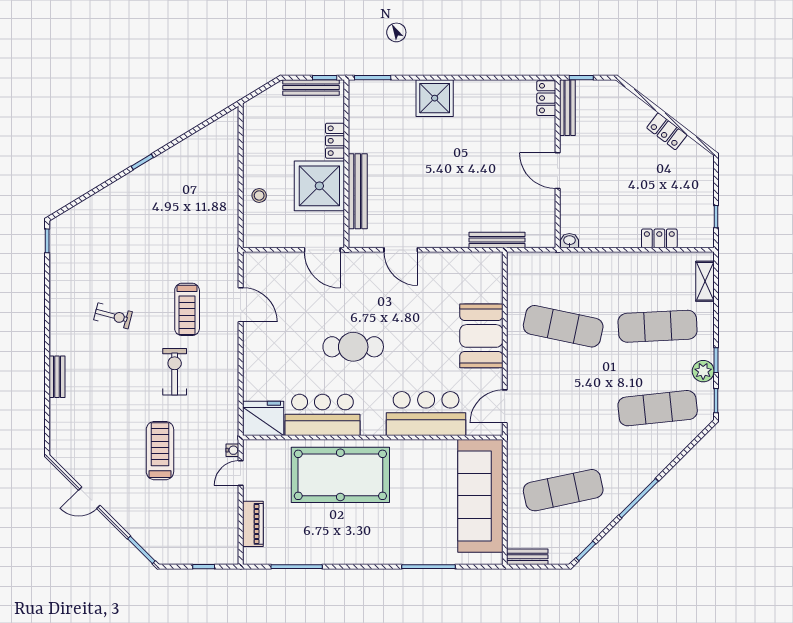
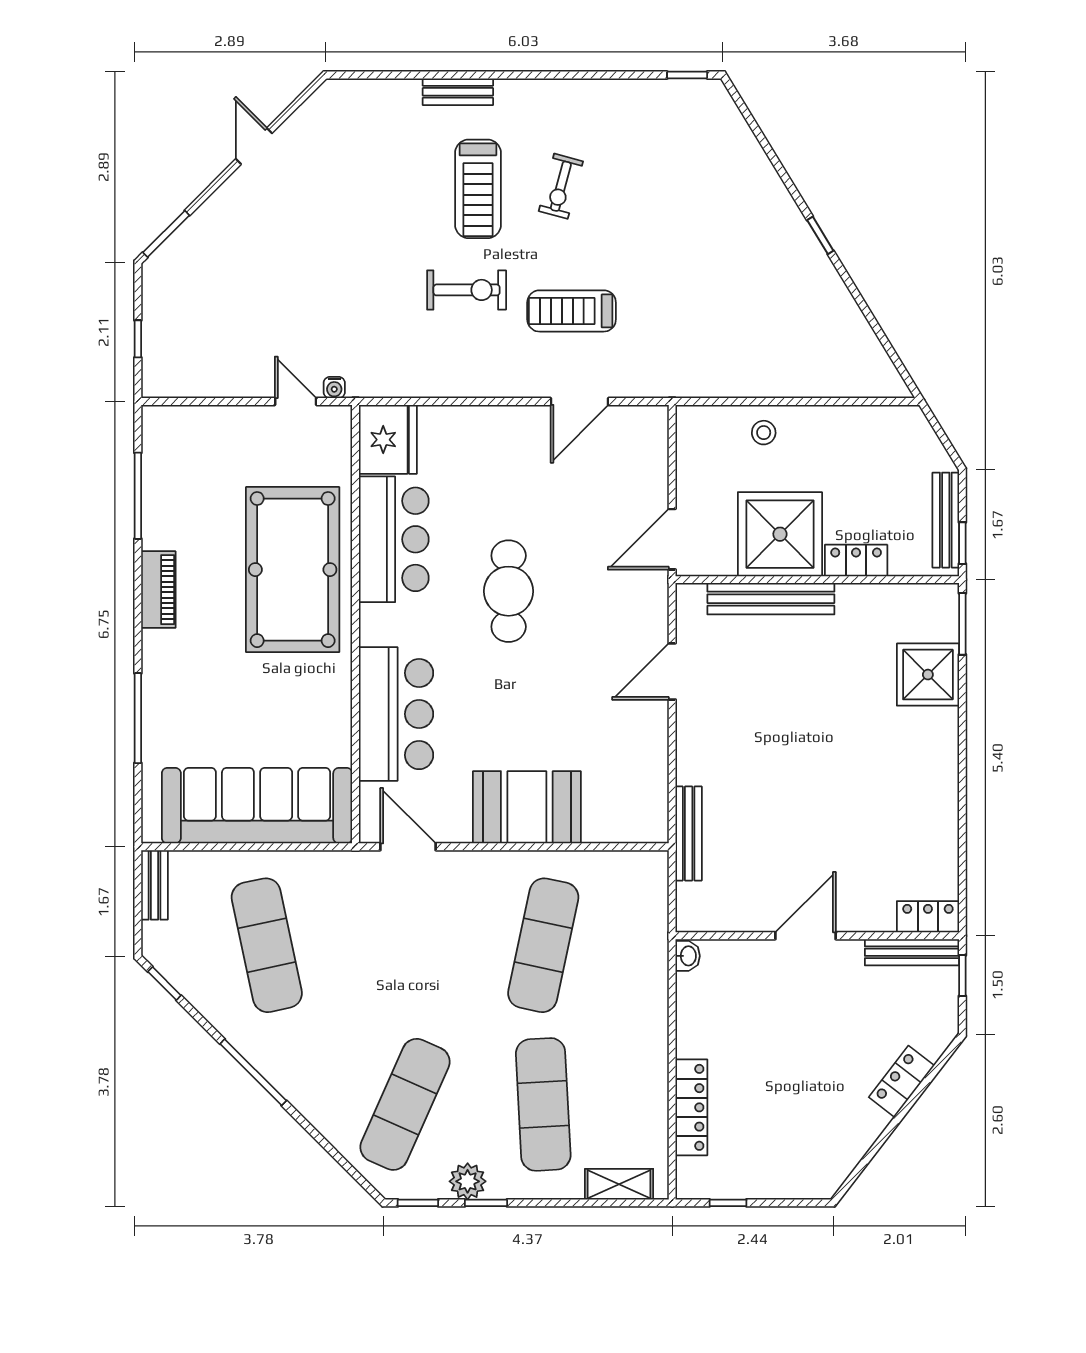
shower: (435, 98) -> (928, 675), moved
locker: (667, 131) -> (902, 1081), moved
locker: (659, 238) -> (691, 1107), width x1.53
exercise mat: (658, 408) -> (405, 1104), turned 30
treadmill: (160, 451) -> (478, 189), moved, turned 90
piano: (253, 524) -> (158, 590), moved, turned -90

